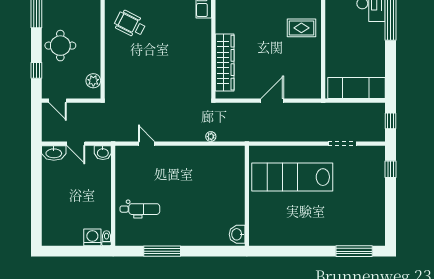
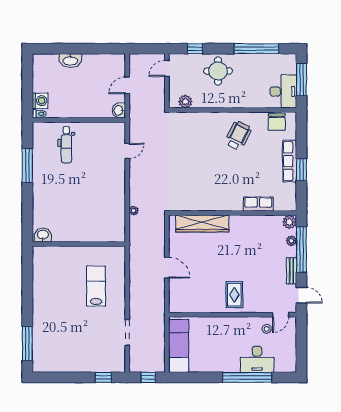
washbasin: (54, 153) -> (70, 61), moved, turned -90
lab bench: (292, 177) -> (96, 286), width x0.54, depth x0.72

